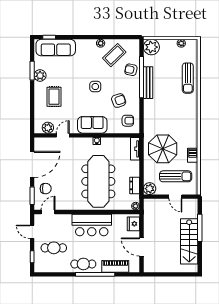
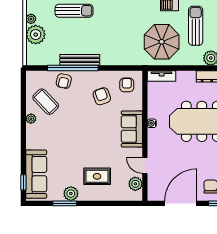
plant: (151, 47) -> (36, 35), moved
side table: (95, 87) -> (84, 125), removed
door: (32, 164) -> (181, 203), hinge flipped

